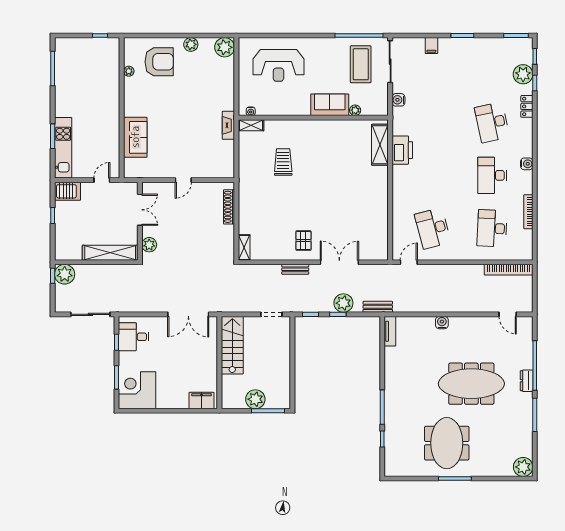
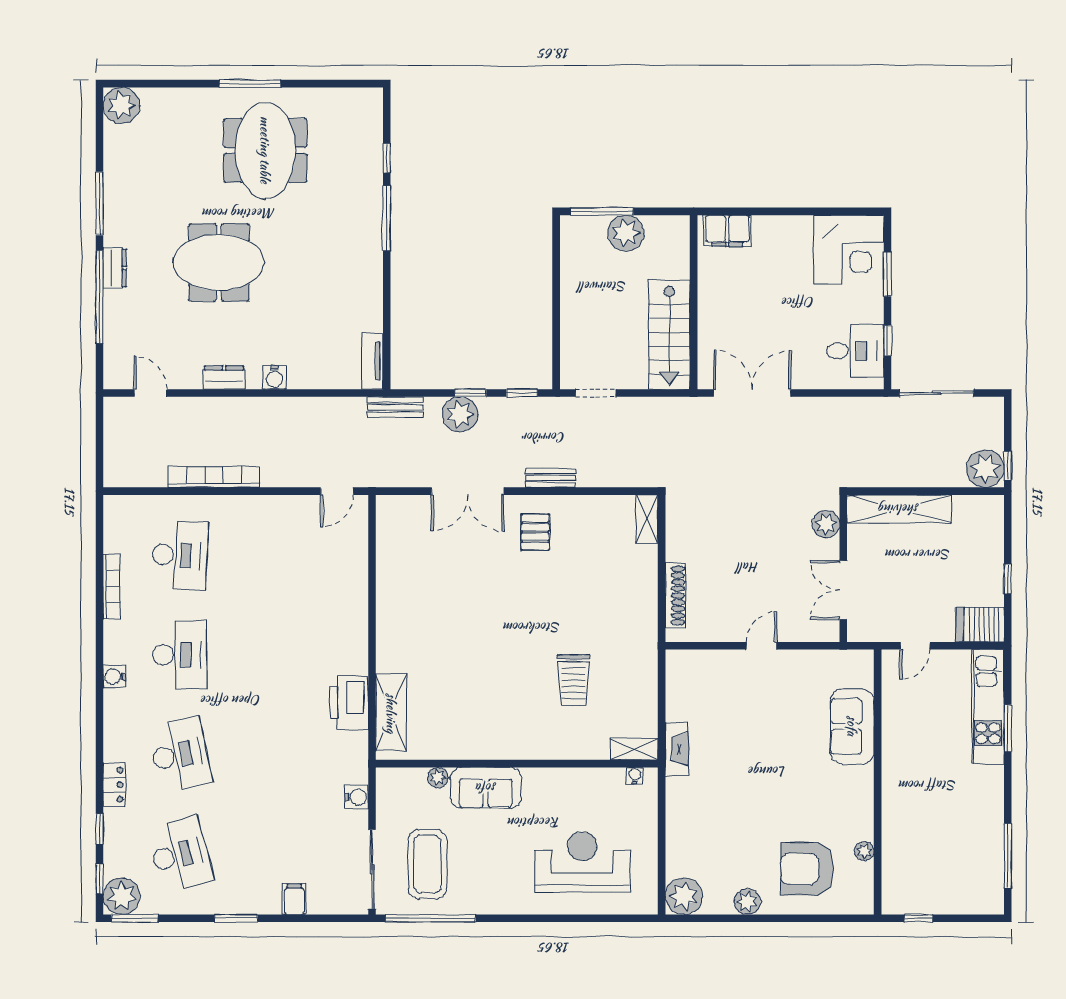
plant: (523, 74) -> (122, 896), moved
desk: (433, 228) -> (180, 854), moved
bookcase: (509, 270) -> (214, 477), moved
dresser: (469, 323) -> (224, 378), added
meeting table: (471, 384) -> (219, 262), width x0.73

